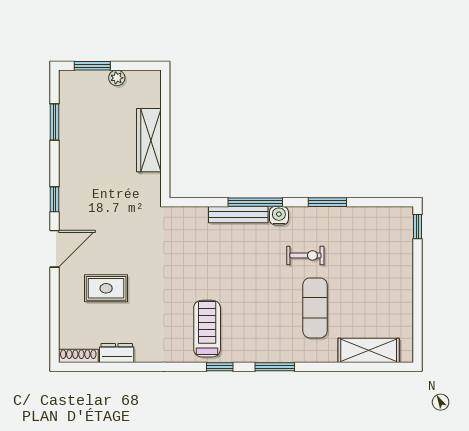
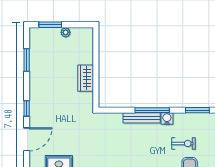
wardrobe: (149, 140) -> (86, 78), width x0.67

